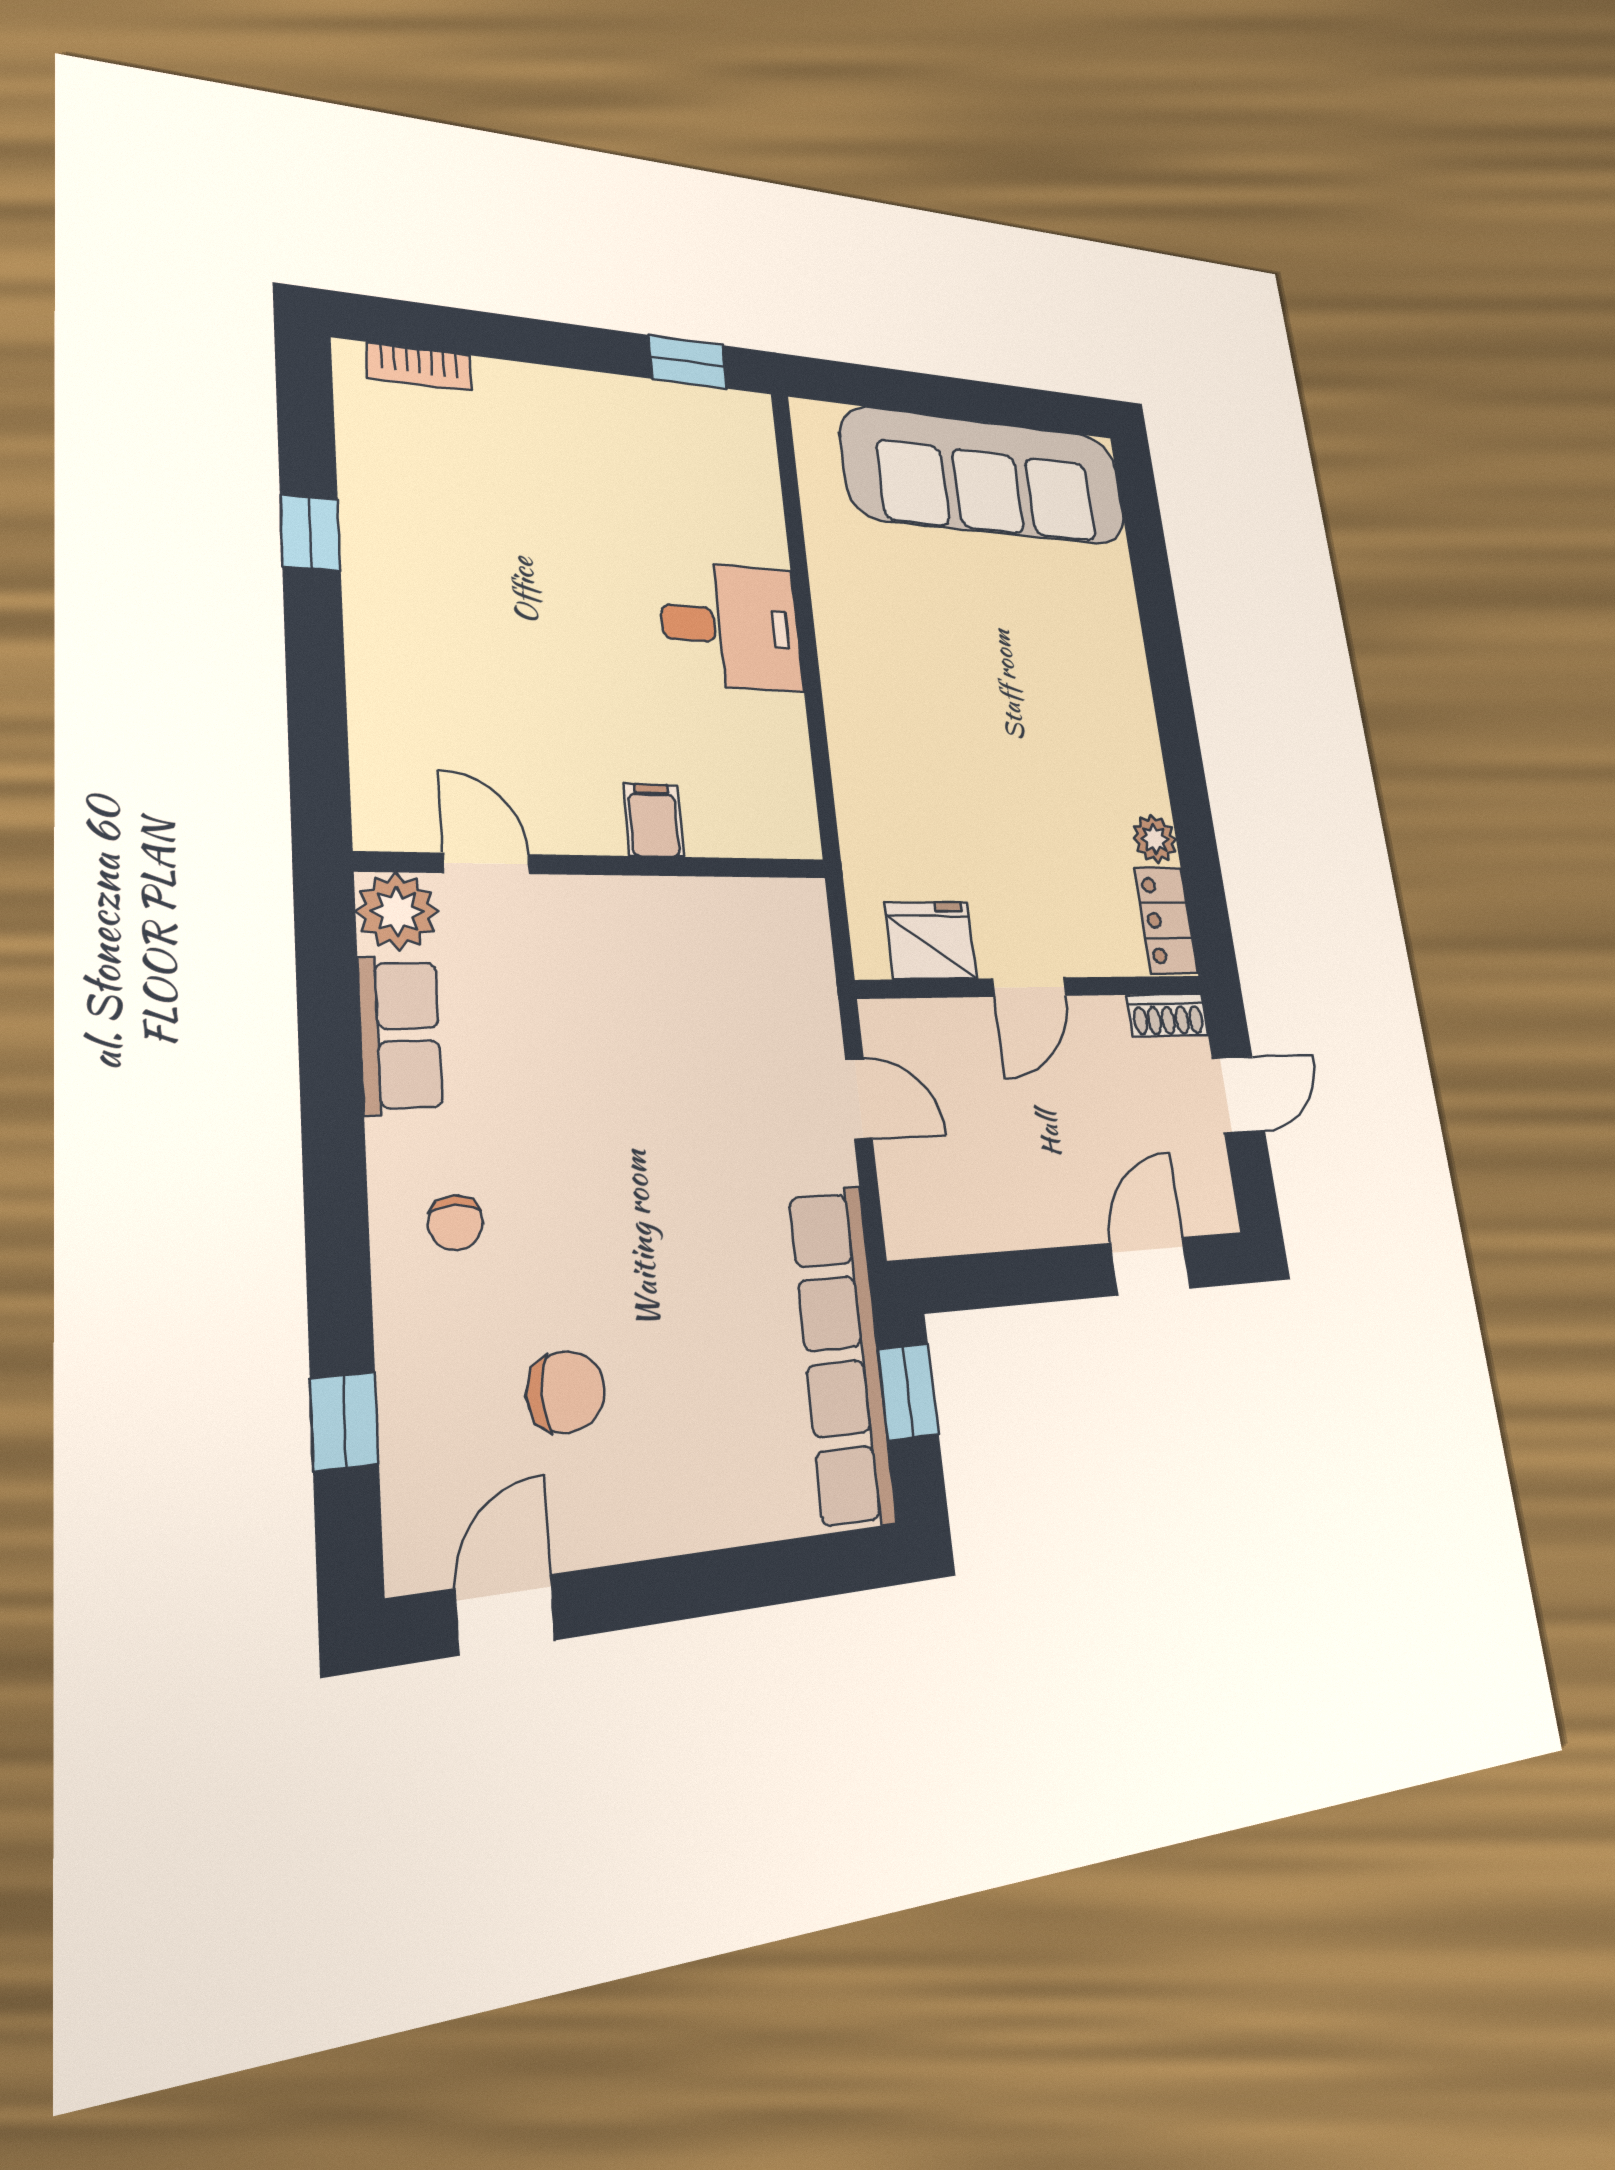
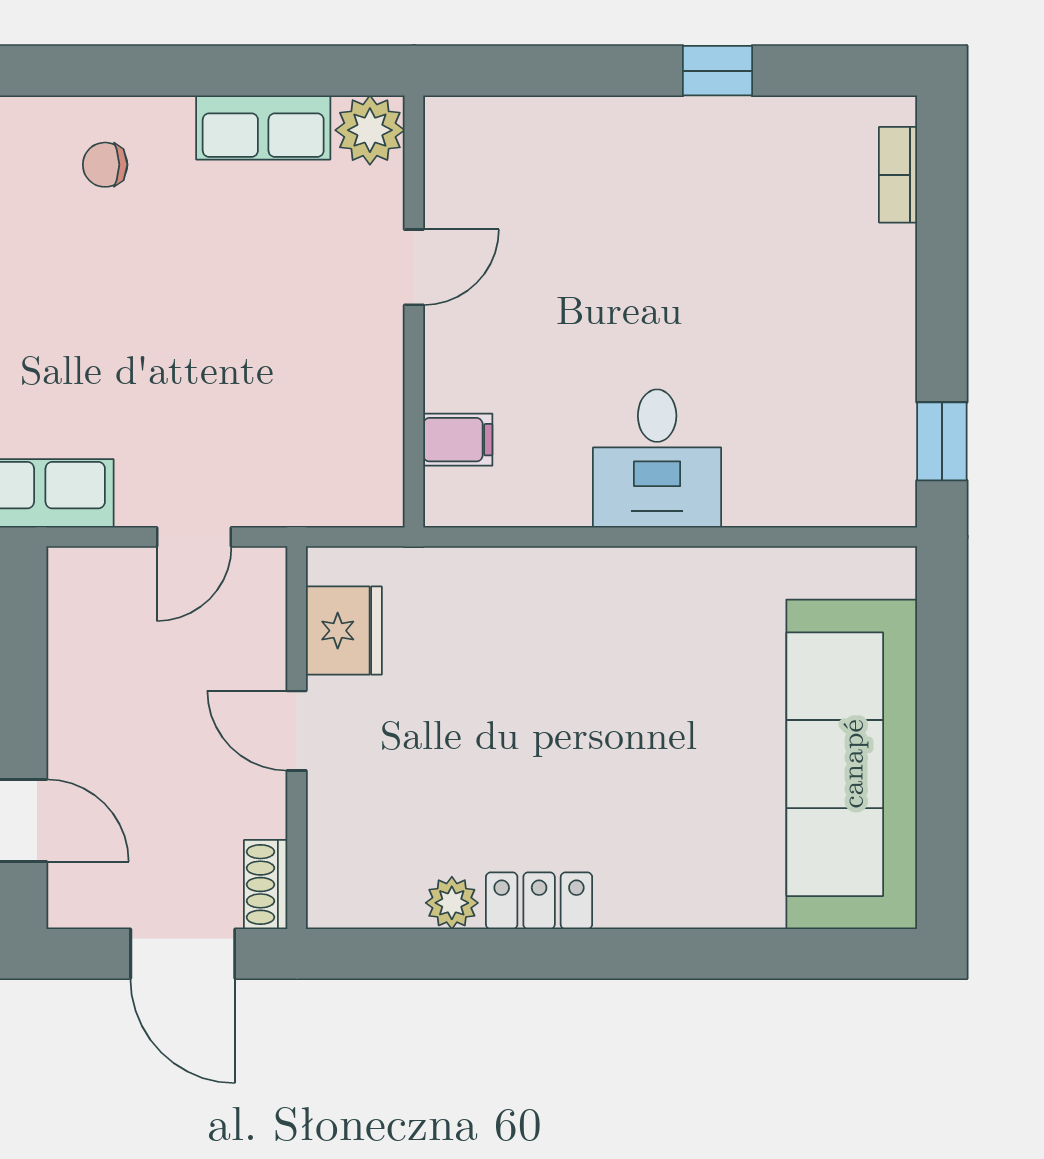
filing cabinet: (654, 820) -> (458, 440), moved
door: (487, 863) -> (414, 267), moved
locker: (1166, 920) -> (539, 901), moved
door: (1238, 1094) -> (183, 954), width x1.38

